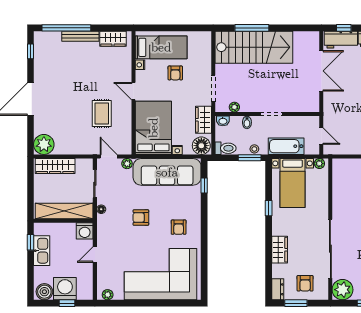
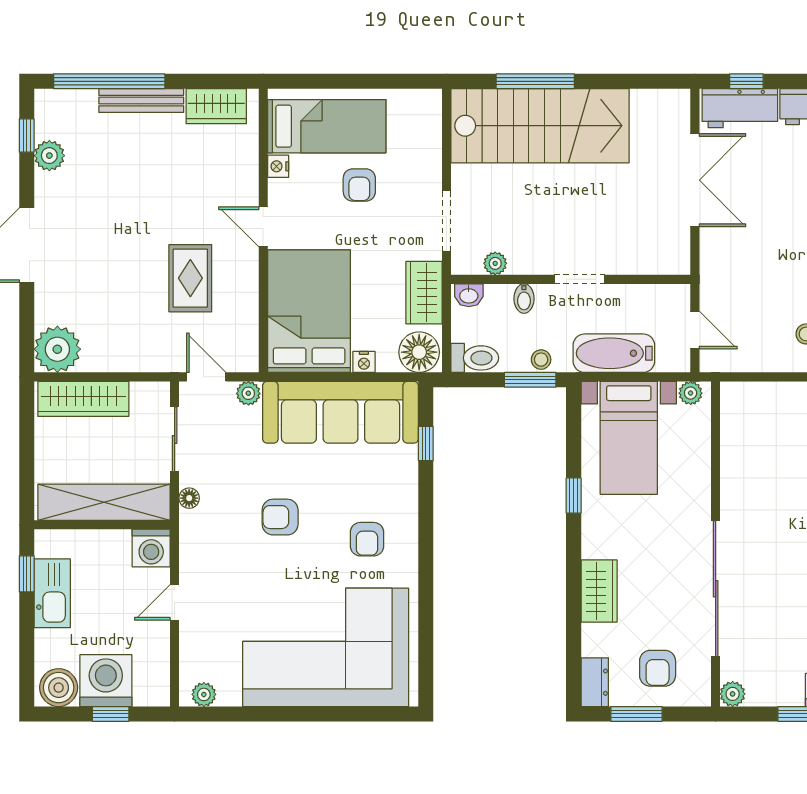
plant: (40, 60) -> (49, 156), added
plant: (343, 290) -> (733, 694), width x0.53, depth x0.53

